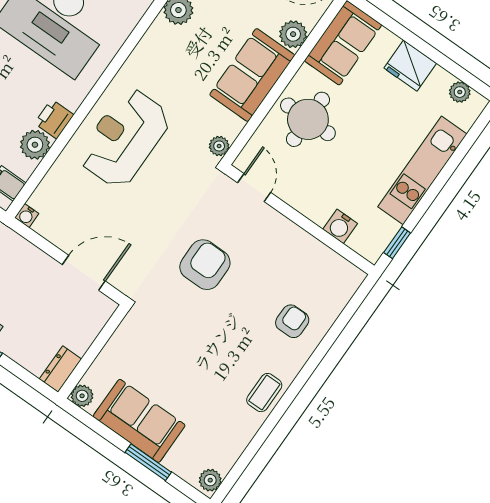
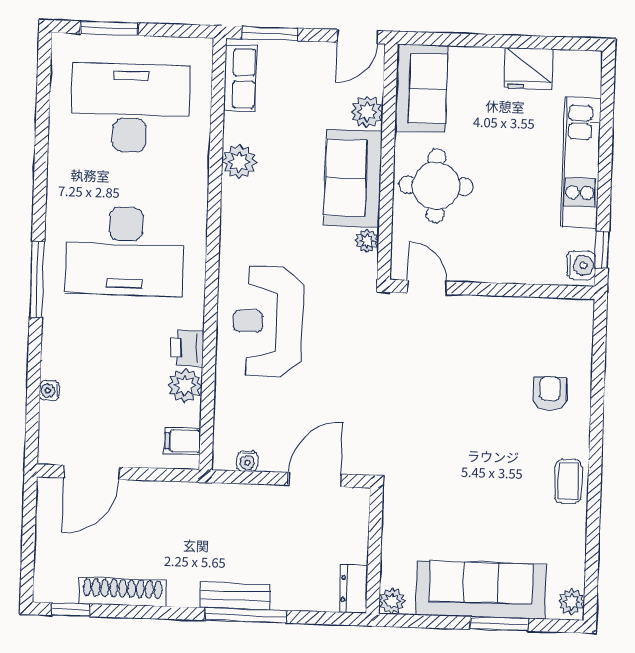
fridge: (410, 66) -> (528, 69), moved
plant: (460, 92) -> (567, 62), removed
plant: (219, 146) -> (367, 241), moved
water cooler: (27, 216) -> (247, 461), moved
water cooler: (340, 226) -> (581, 265), moved, turned -90
armchair: (205, 265) -> (428, 394), removed
sofa: (139, 421) -> (481, 590), width x1.36

